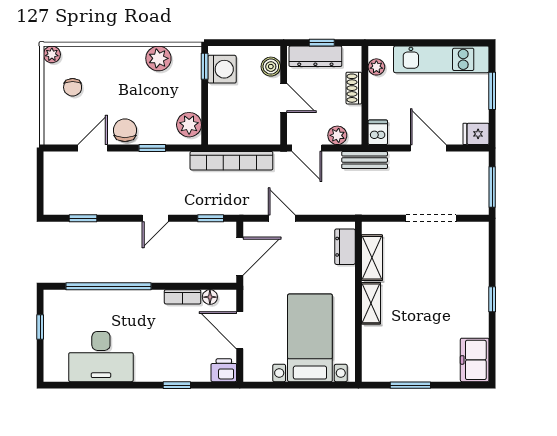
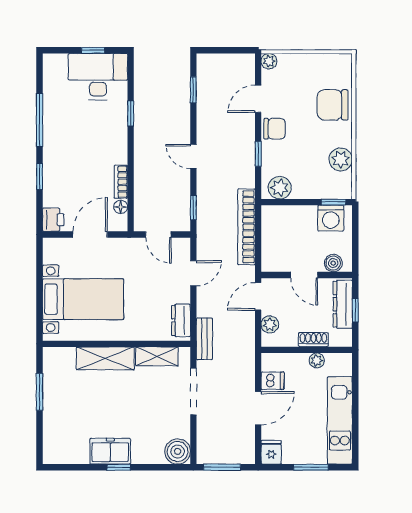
plant: (52, 54) -> (269, 61), moved
plant: (376, 67) -> (317, 360), moved
chair: (73, 87) -> (333, 105), moved, width x1.87, depth x1.87
door: (284, 98) -> (304, 275), hinge flipped
dishwasher: (378, 132) -> (273, 381), moved
door: (93, 148) -> (258, 99), swing flipped
bench: (365, 160) -> (204, 339), moved
doorway: (431, 218) -> (193, 392), moved
boiler: (475, 235) -> (178, 451), added
dresser: (345, 247) -> (181, 320), moved, turned -90
door: (240, 256) -> (158, 234), width x0.73
window: (109, 286) -> (131, 113), width x0.32
shelving: (371, 303) -> (105, 358), width x1.50, depth x1.33
desk: (101, 357) -> (98, 77), moved, turned 90
freezer: (475, 360) -> (110, 451), moved
window: (116, 385) -> (40, 120), added

